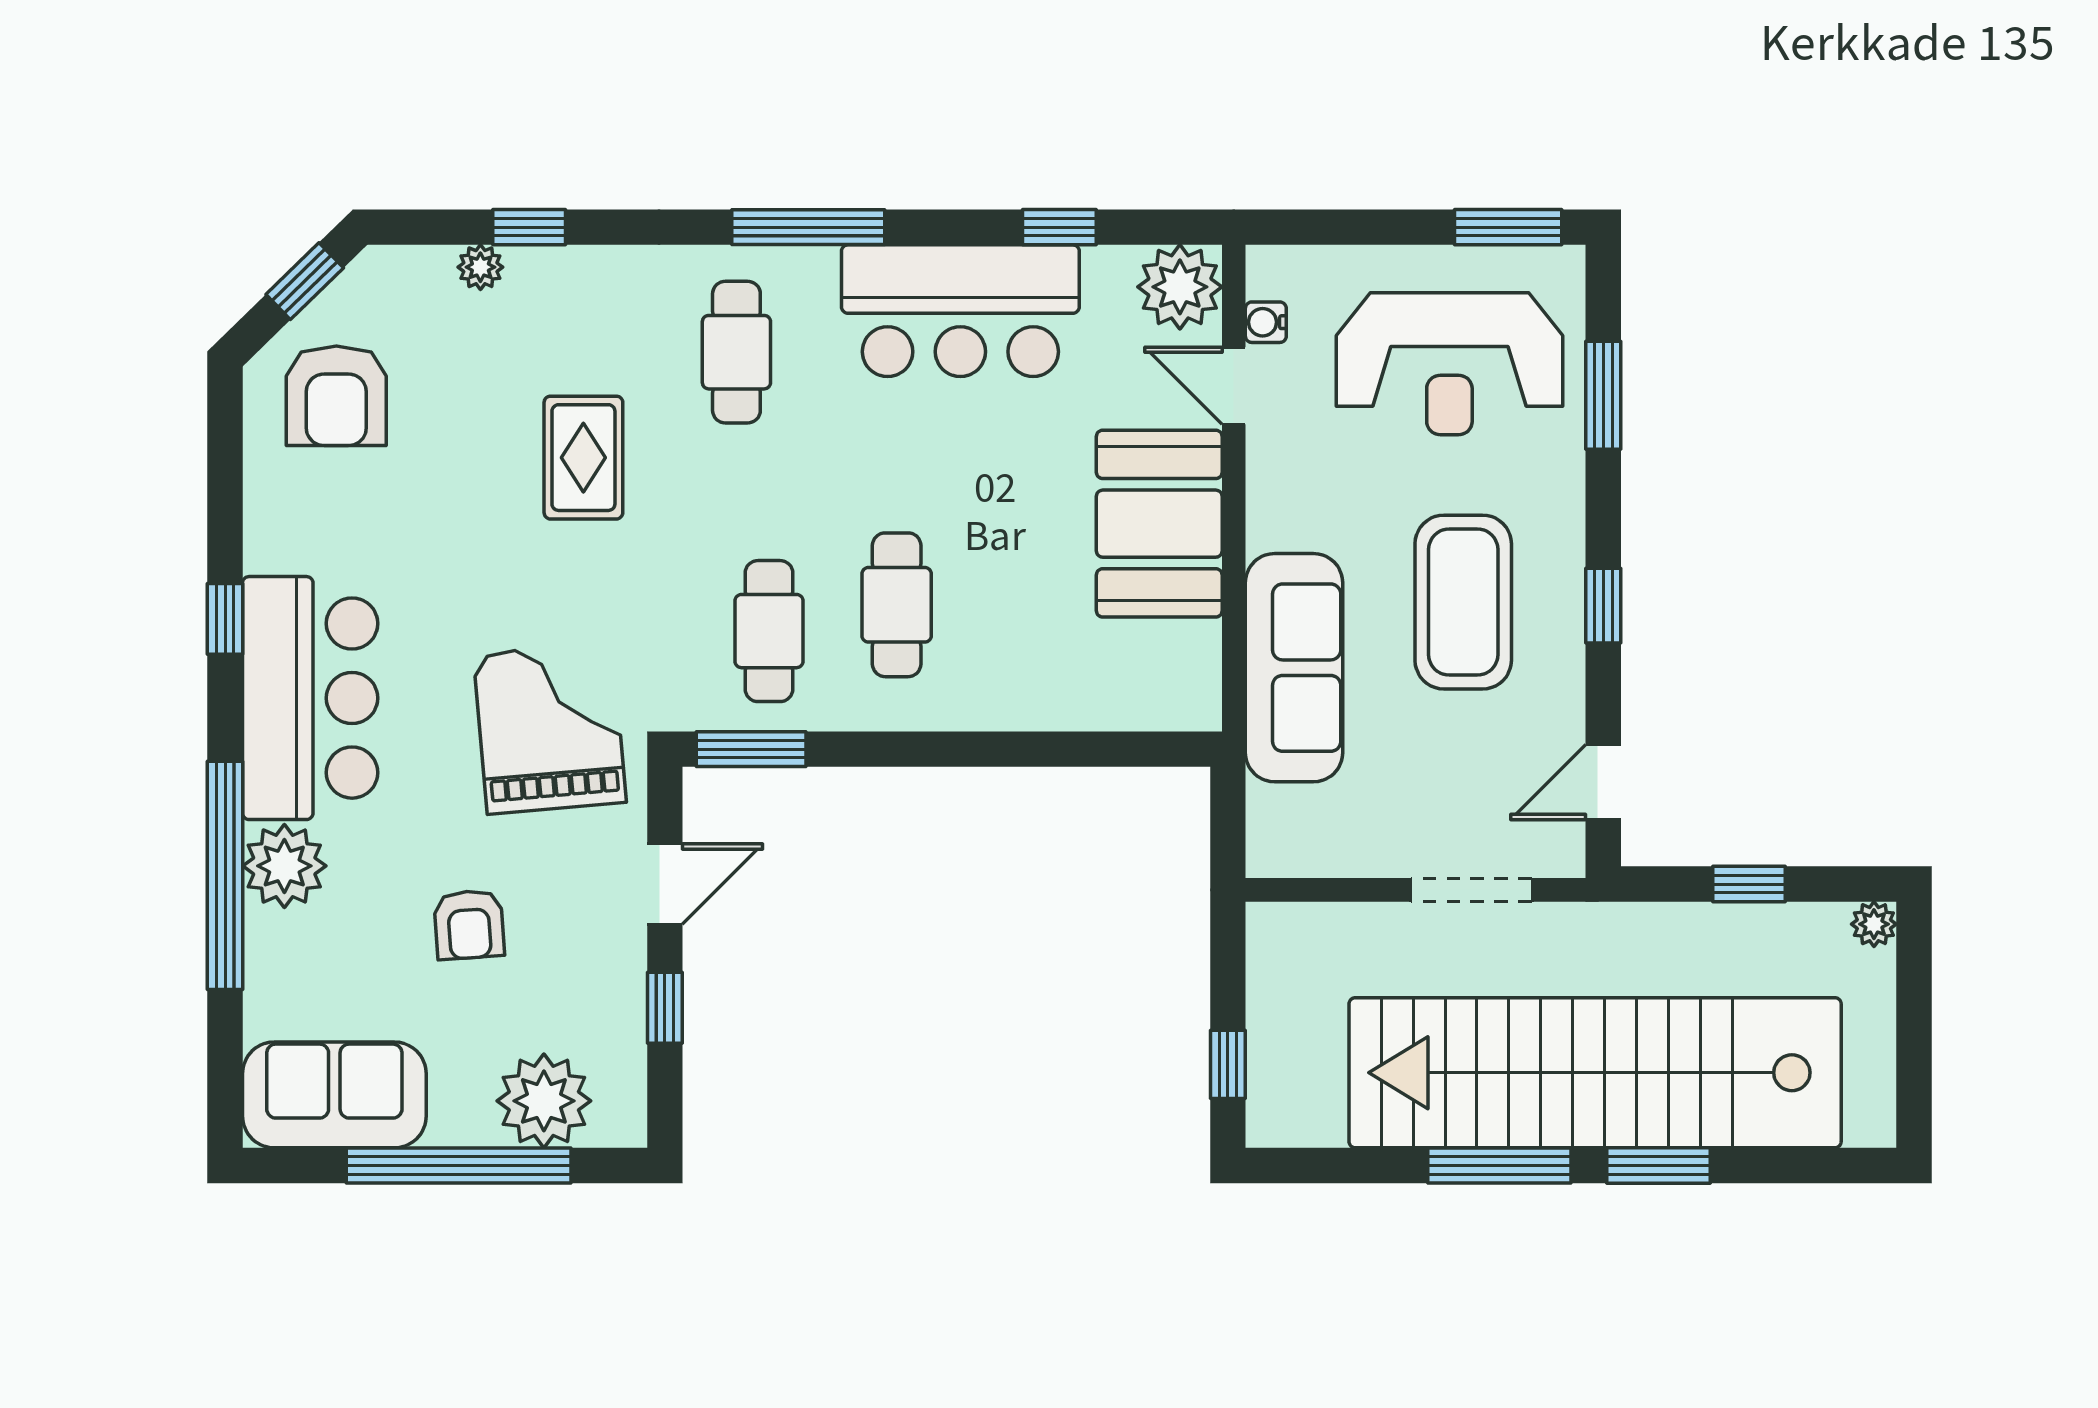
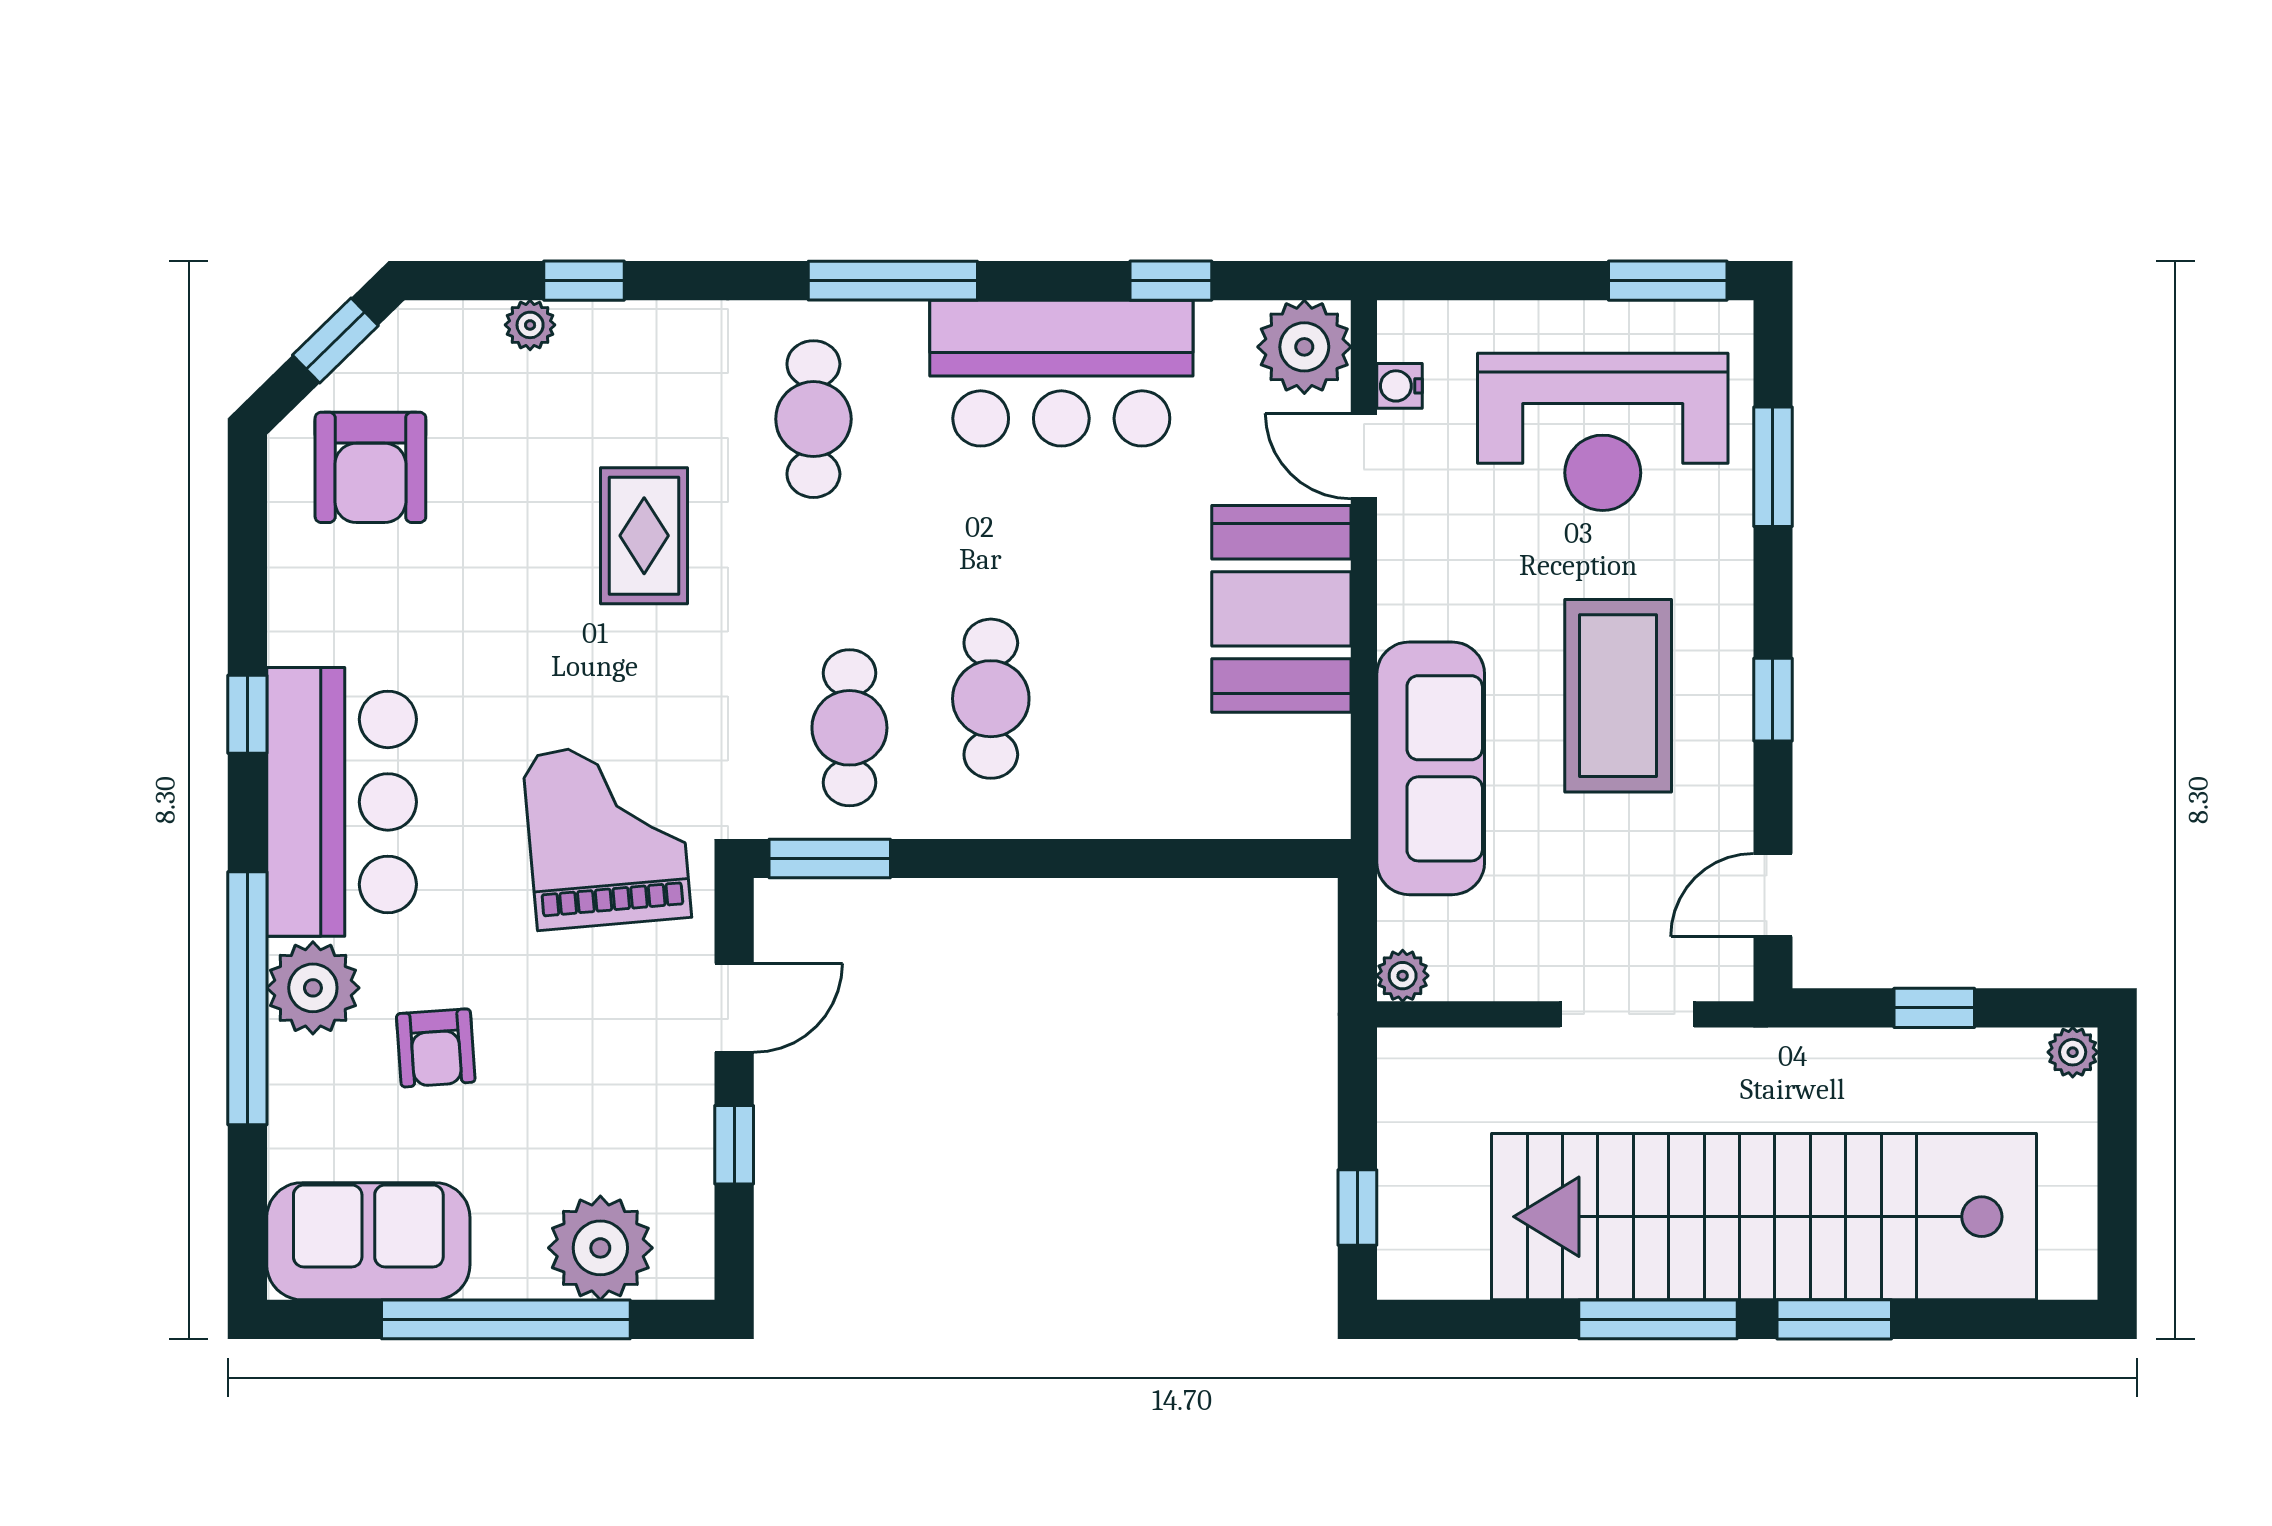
plant: (1269, 855) -> (1403, 976), added
armchair: (469, 925) -> (436, 1048), moved

